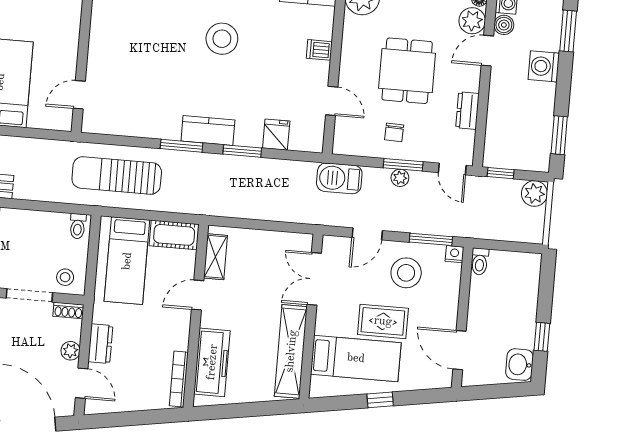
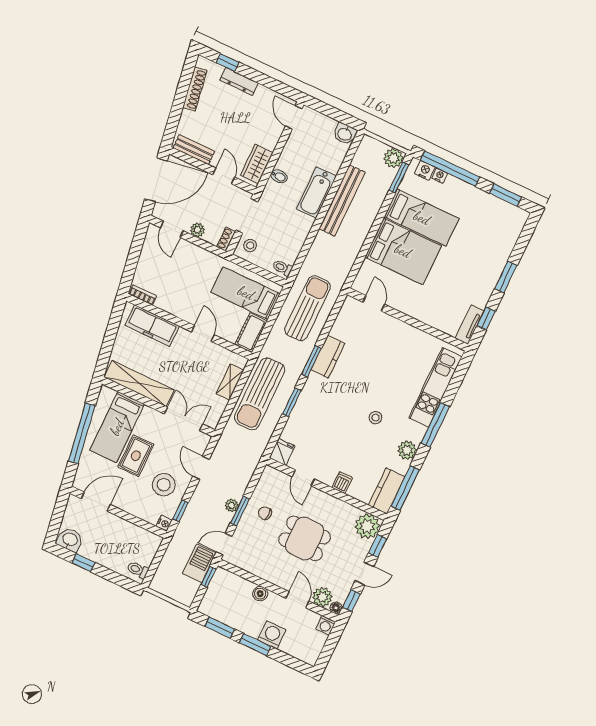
boiler: (504, 25) -> (260, 594), moved
window: (568, 31) -> (255, 645), moved
stool: (222, 39) -> (375, 418), width x0.53, depth x0.53
door: (332, 101) -> (303, 478), hinge flipped
dresser: (467, 111) -> (261, 570), removed
kitchen counter: (208, 130) -> (328, 357), moved
fridge: (276, 135) -> (282, 452), moved, turned -90
barbecue: (339, 178) -> (199, 563), moved
plant: (534, 194) -> (185, 595), removed
sun lounger: (247, 195) -> (260, 394), added
window: (431, 239) -> (181, 511), width x0.67
shelving: (216, 257) -> (230, 382), moved, turned 90
toilet: (480, 262) -> (138, 570), moved
dresser: (100, 344) -> (194, 253), removed
bookcase: (179, 379) -> (143, 295), width x0.64
door: (82, 383) -> (172, 229), hinge flipped
window: (380, 400) -> (82, 433), width x3.17

